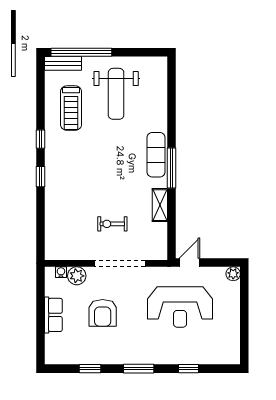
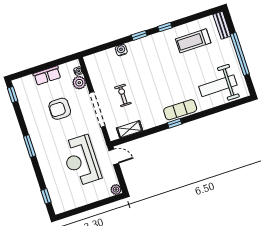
window: (81, 52) -> (240, 54), moved
weight bench: (116, 94) -> (218, 86), moved
window: (171, 168) -> (175, 123), width x0.46
shelving: (160, 205) -> (130, 129), moved
water cooler: (52, 206) -> (121, 50), added
window: (90, 369) -> (13, 95), moved
window: (188, 369) -> (46, 196), moved

